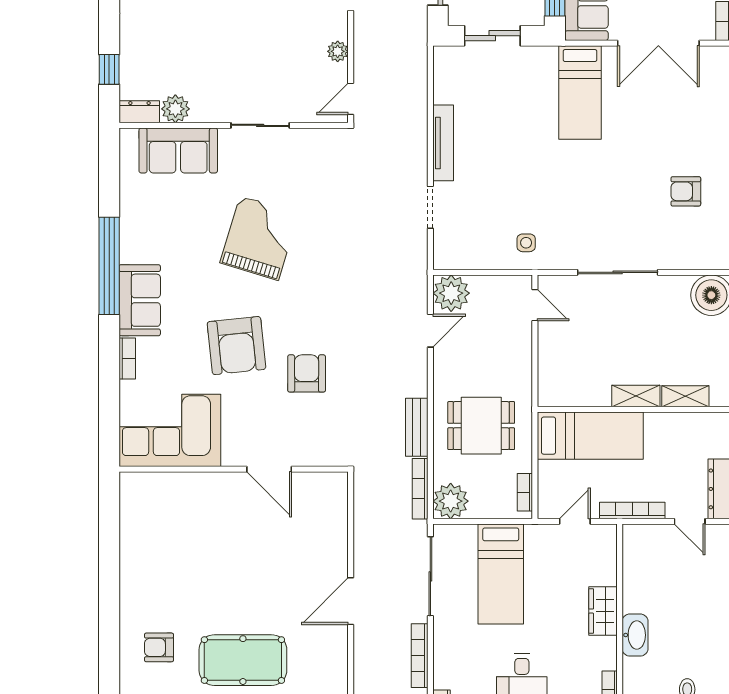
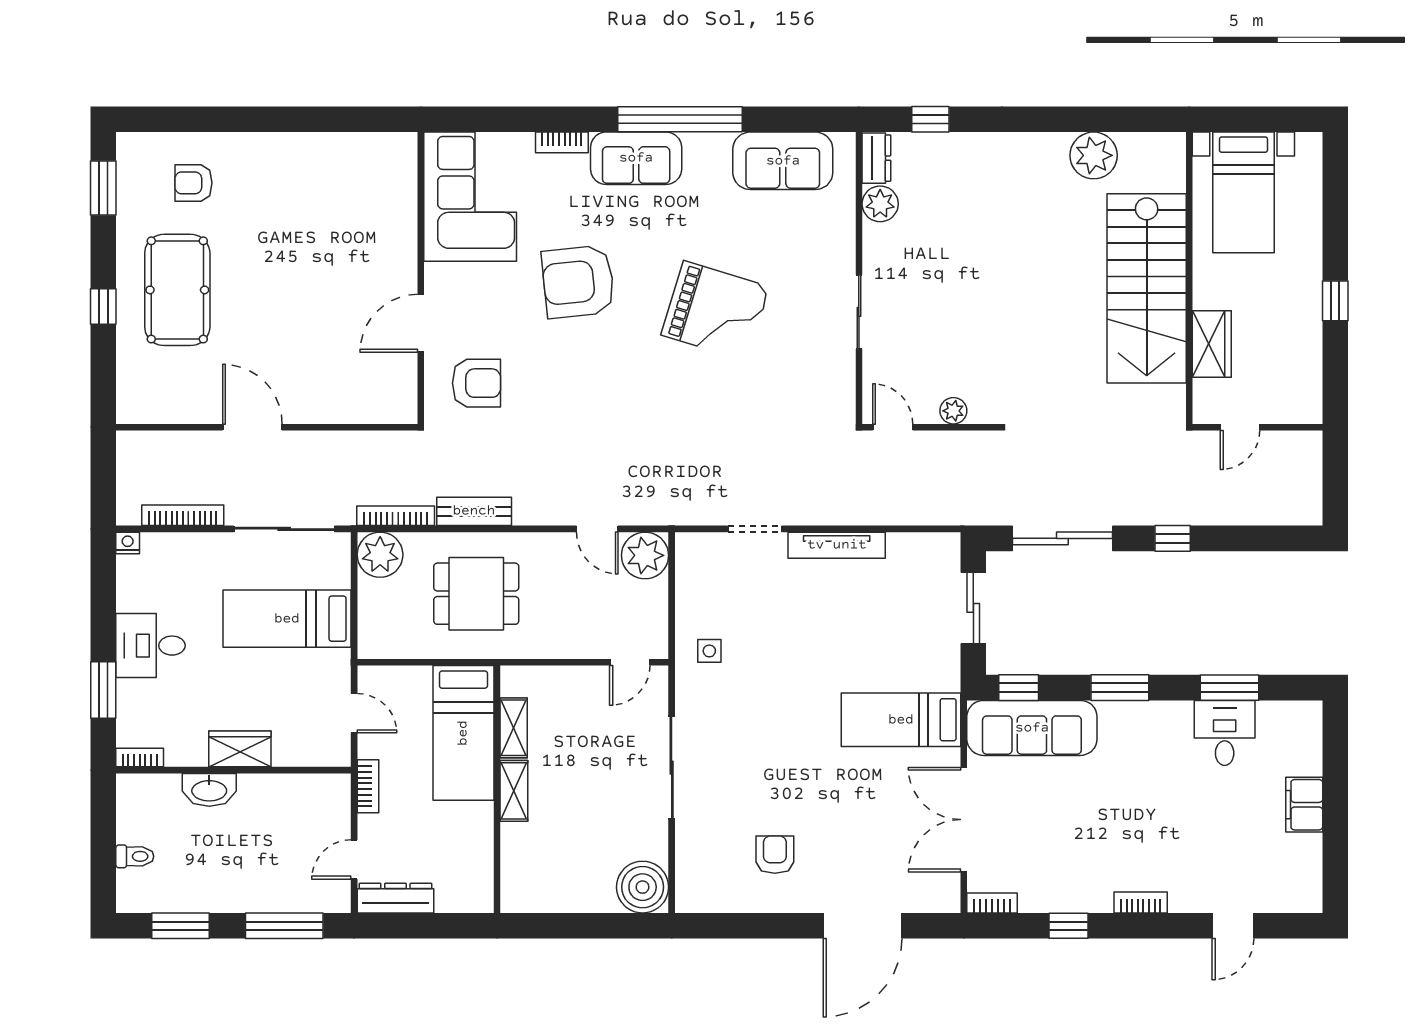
sofa: (178, 150) -> (783, 161), moved, turned -90
armchair: (307, 373) -> (476, 383), moved
shelving: (685, 396) -> (514, 728), moved
dining table: (481, 426) -> (476, 594), turned 90
bookcase: (525, 492) -> (391, 649), removed
bookcase: (632, 510) -> (368, 786), width x0.64
armchair: (159, 647) -> (193, 183), turned -90

